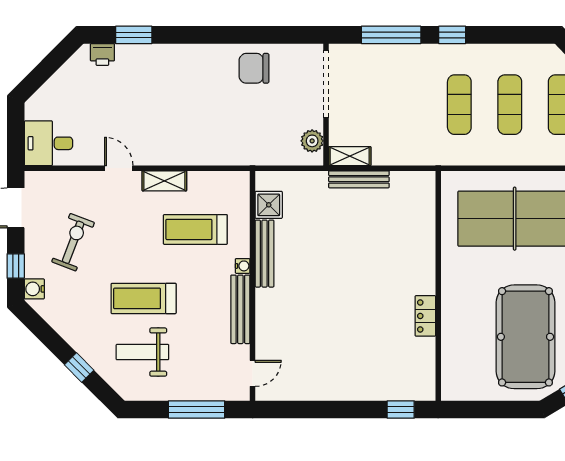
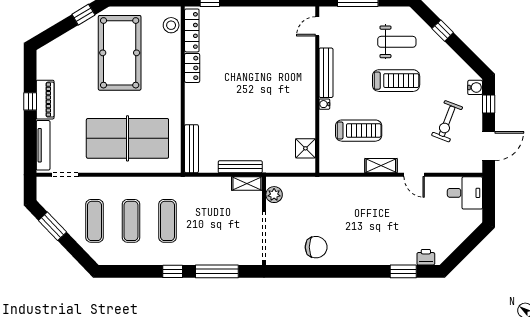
bench: (265, 254) -> (191, 149), moved
locker: (426, 368) -> (192, 30), added
stool: (454, 375) -> (171, 25), added

